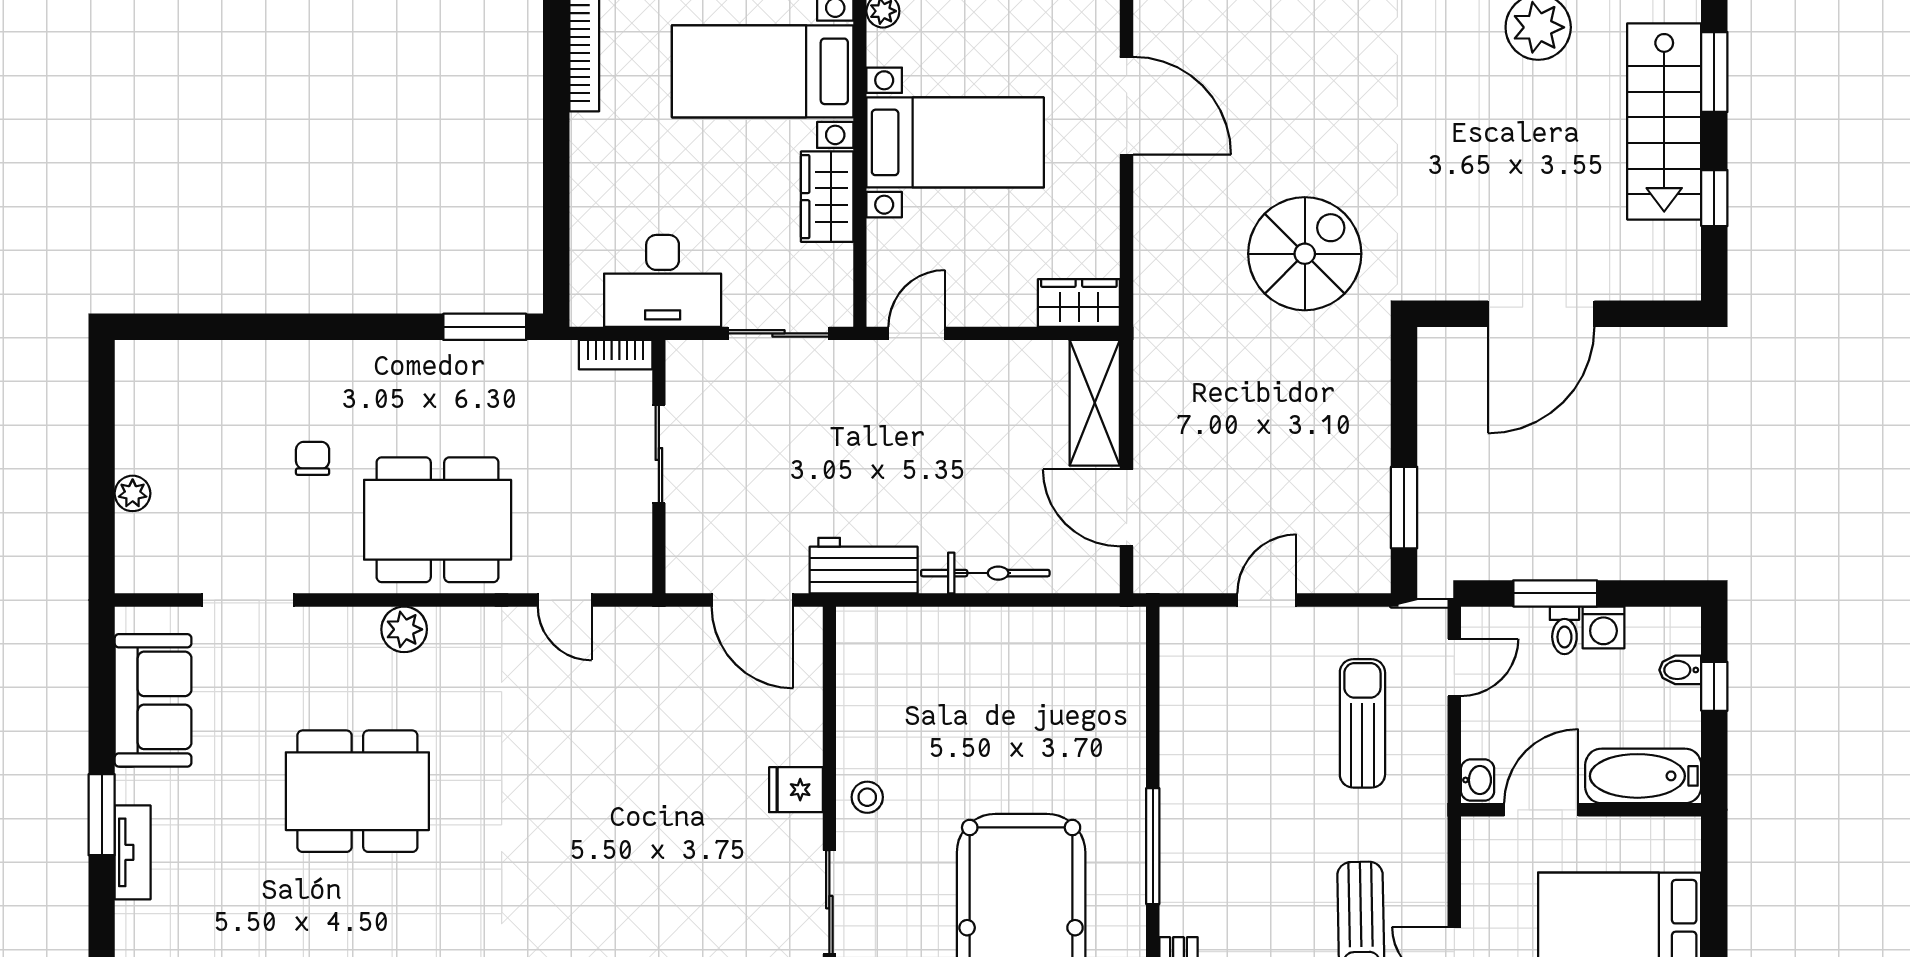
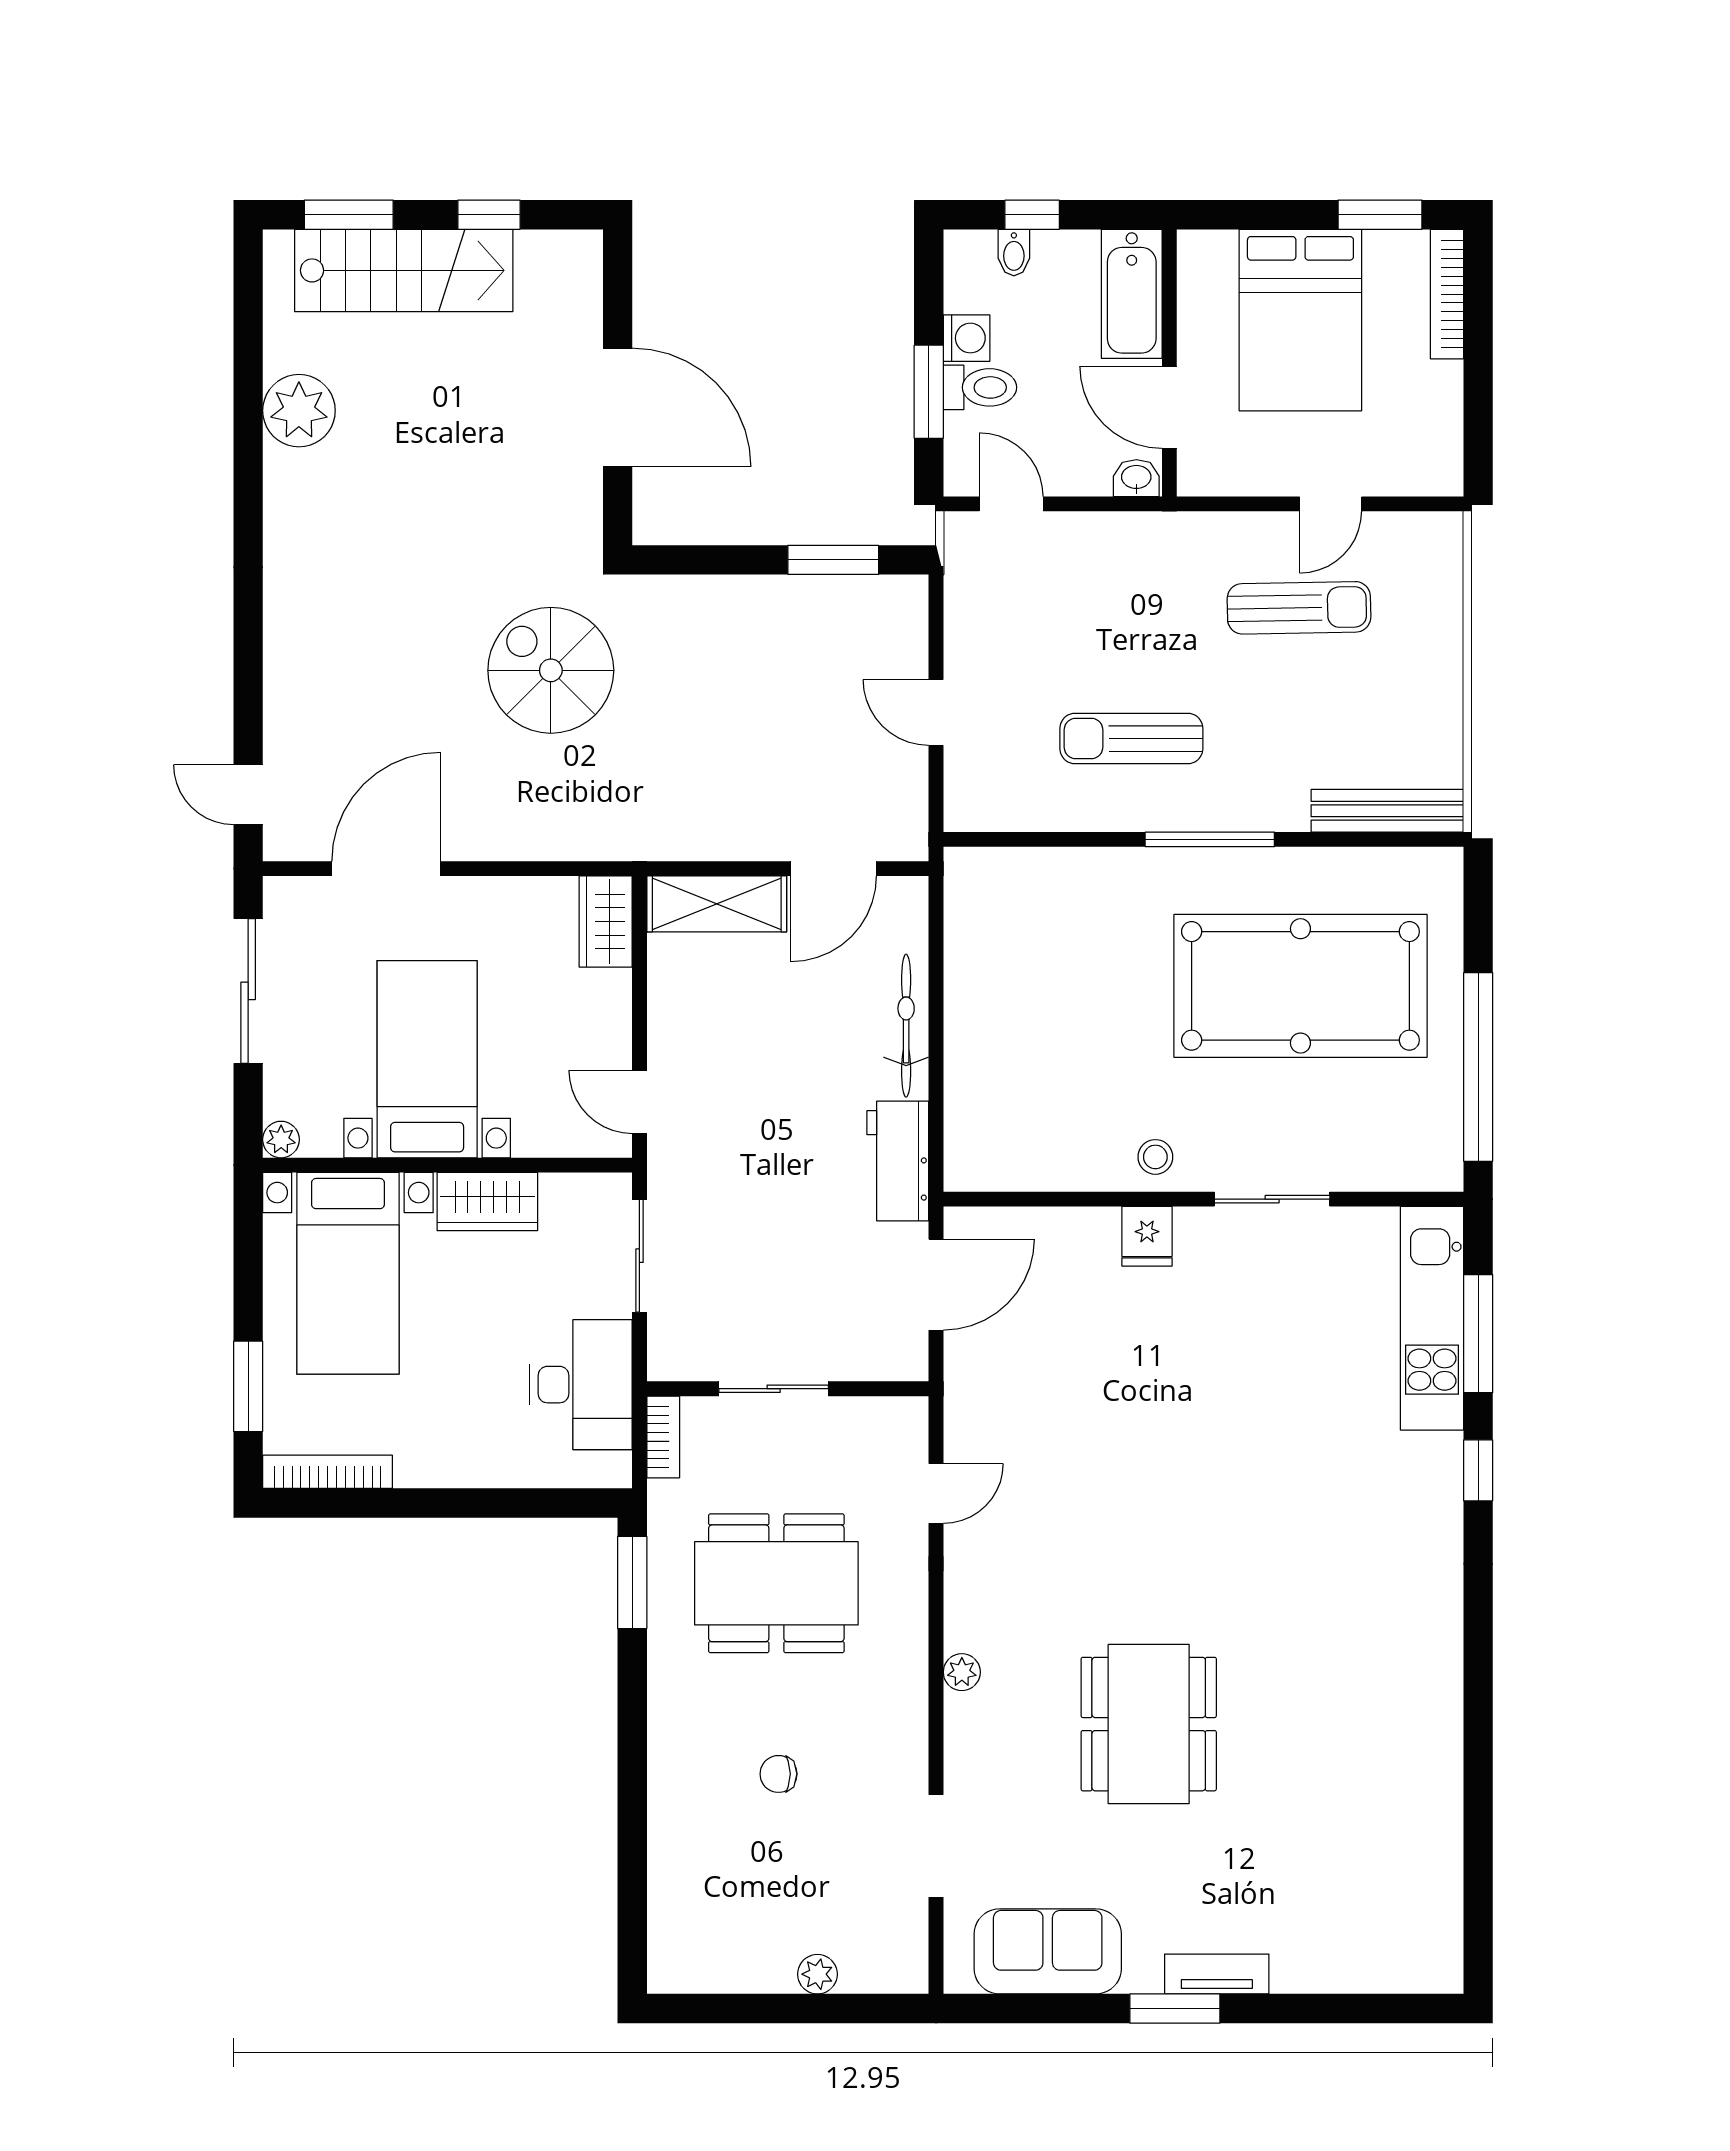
dining table: (438, 520) -> (776, 1583), moved, turned 90
plant: (404, 629) -> (962, 1672), width x0.73, depth x0.73
toilet: (1564, 630) -> (980, 387), width x1.37, depth x1.39
sun lounger: (1362, 723) -> (1131, 739), moved

